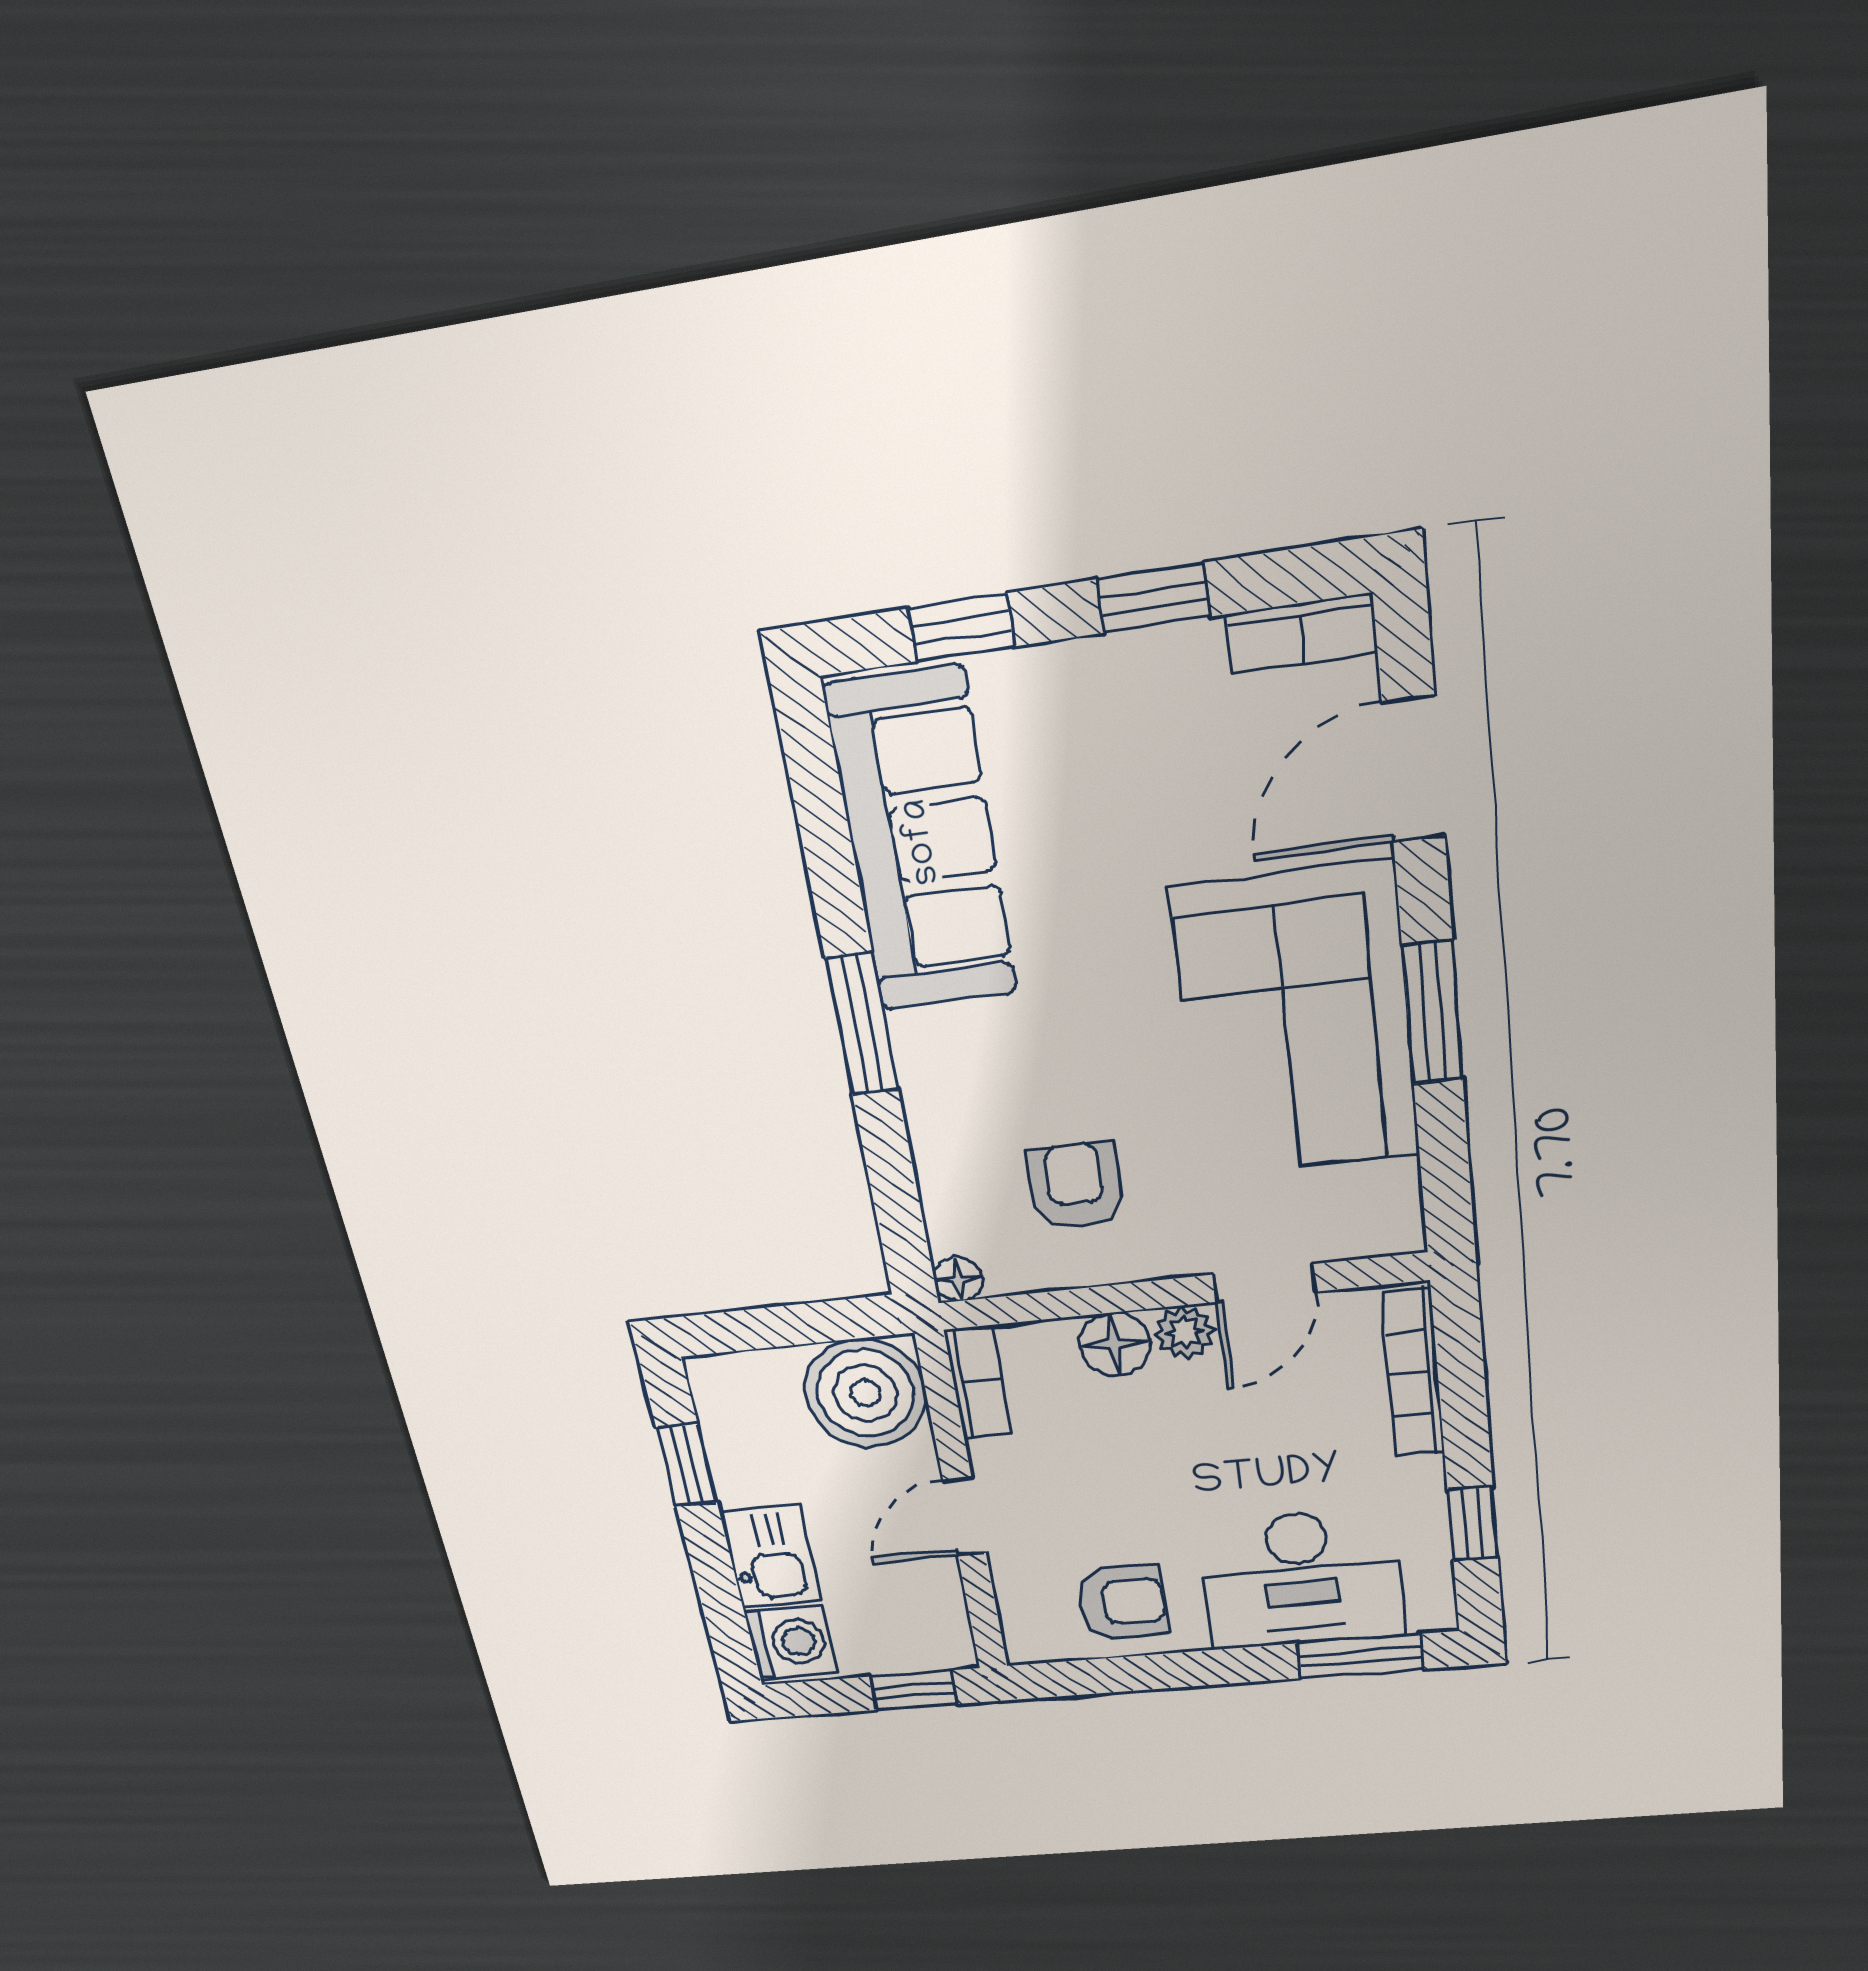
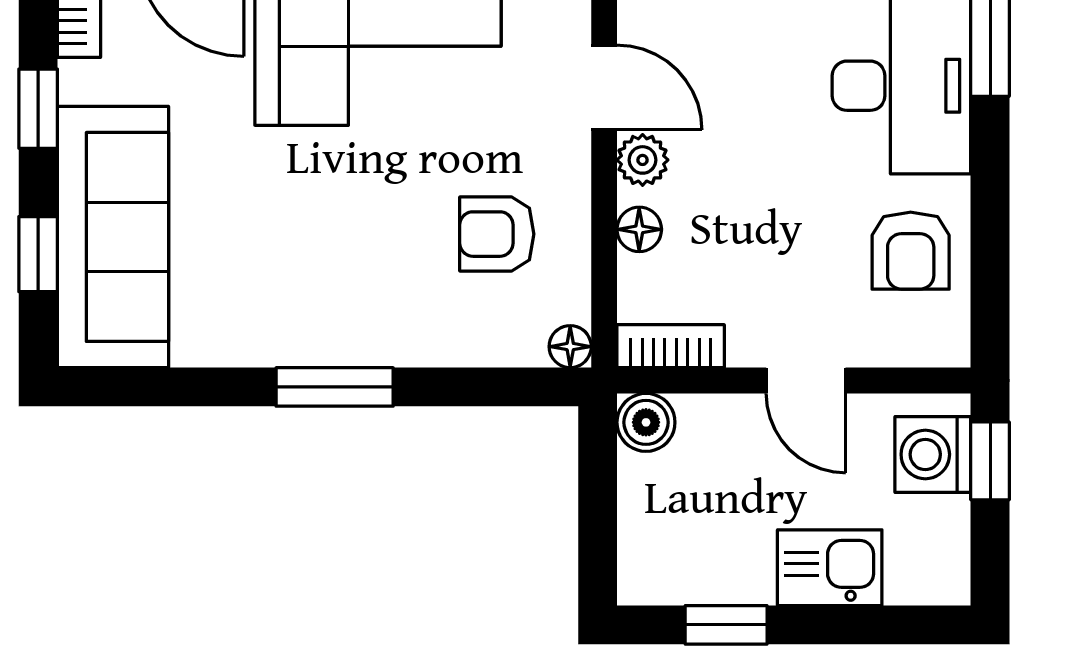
sofa: (922, 842) -> (113, 237), moved, turned 90
floor lamp: (1115, 1344) -> (639, 229), width x0.73, depth x0.73
boiler: (866, 1393) -> (646, 422), width x0.54, depth x0.54
armchair: (1122, 1602) -> (911, 251), turned 180
washing machine: (791, 1642) -> (933, 454), moved, turned -90

